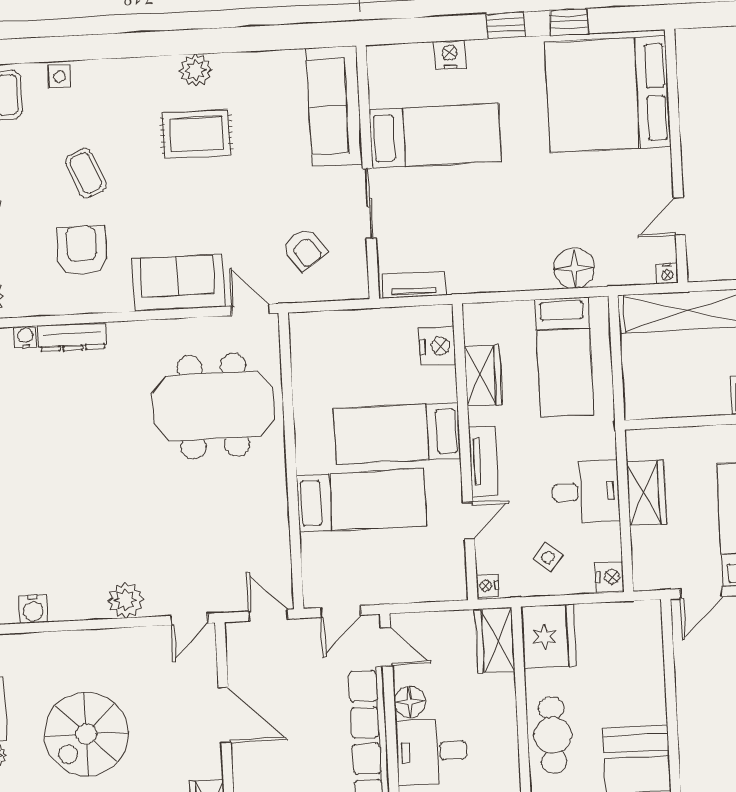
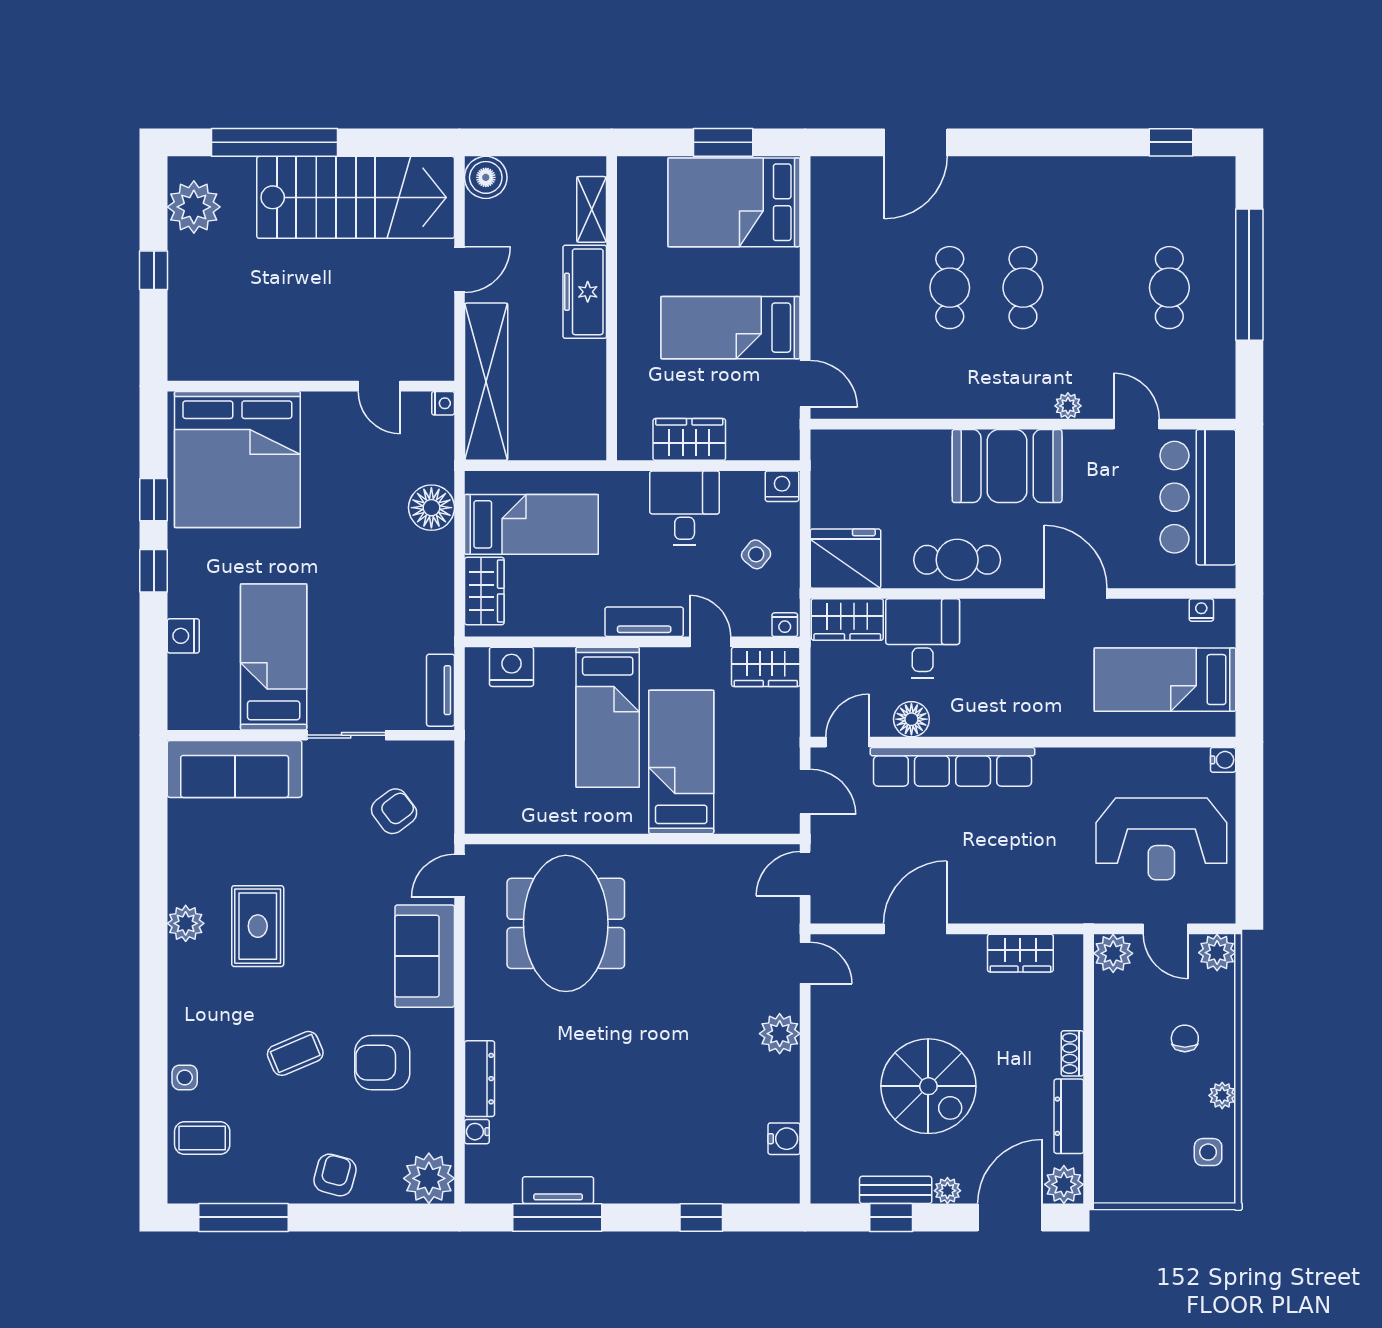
wardrobe: (483, 376) -> (484, 591), moved, turned 90
wardrobe: (449, 571) -> (766, 667), added
desk: (432, 752) -> (923, 638), moved, turned 180

